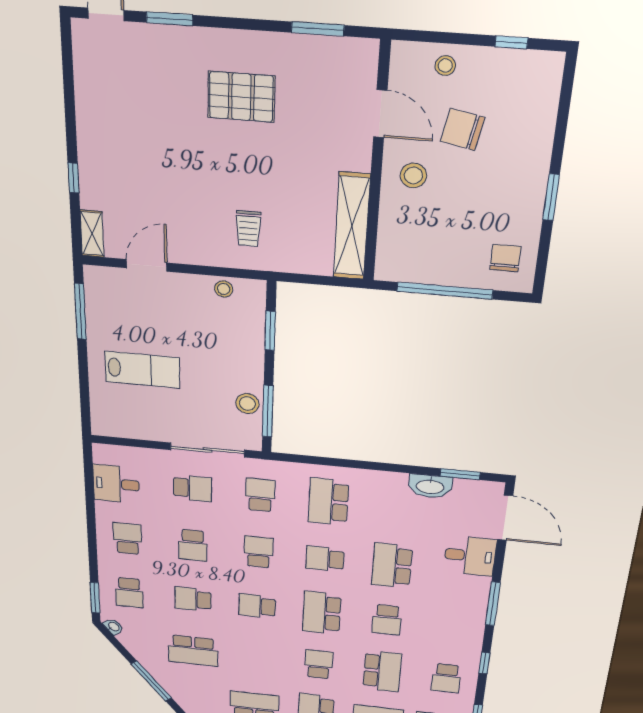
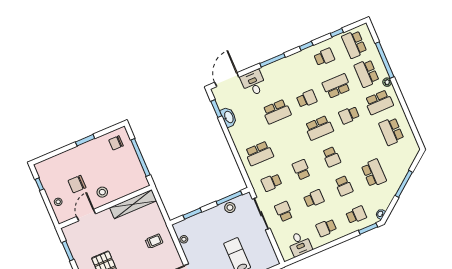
chair: (462, 129) -> (77, 184), turned 79
school desk: (259, 552) -> (301, 170), turned 90
school desk: (325, 559) -> (289, 141), removed

